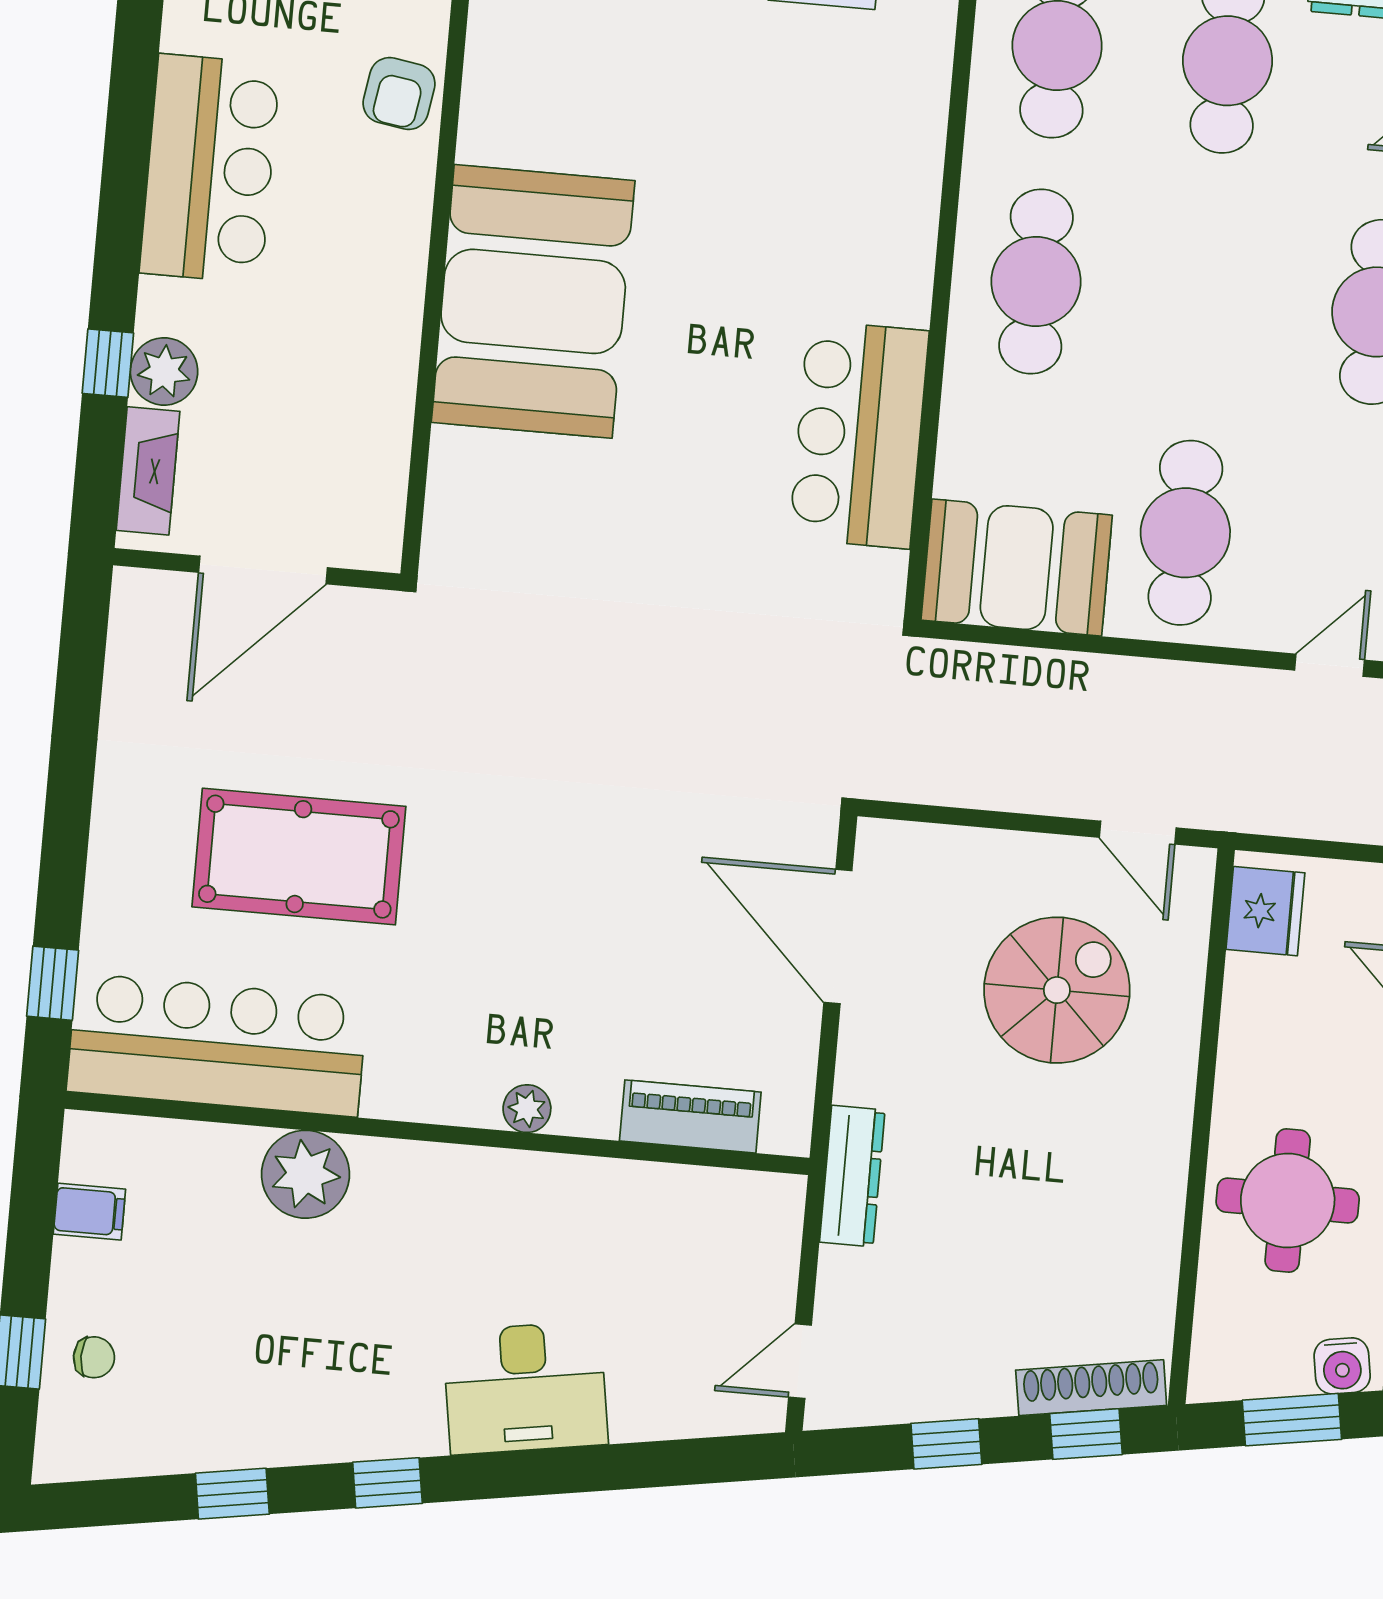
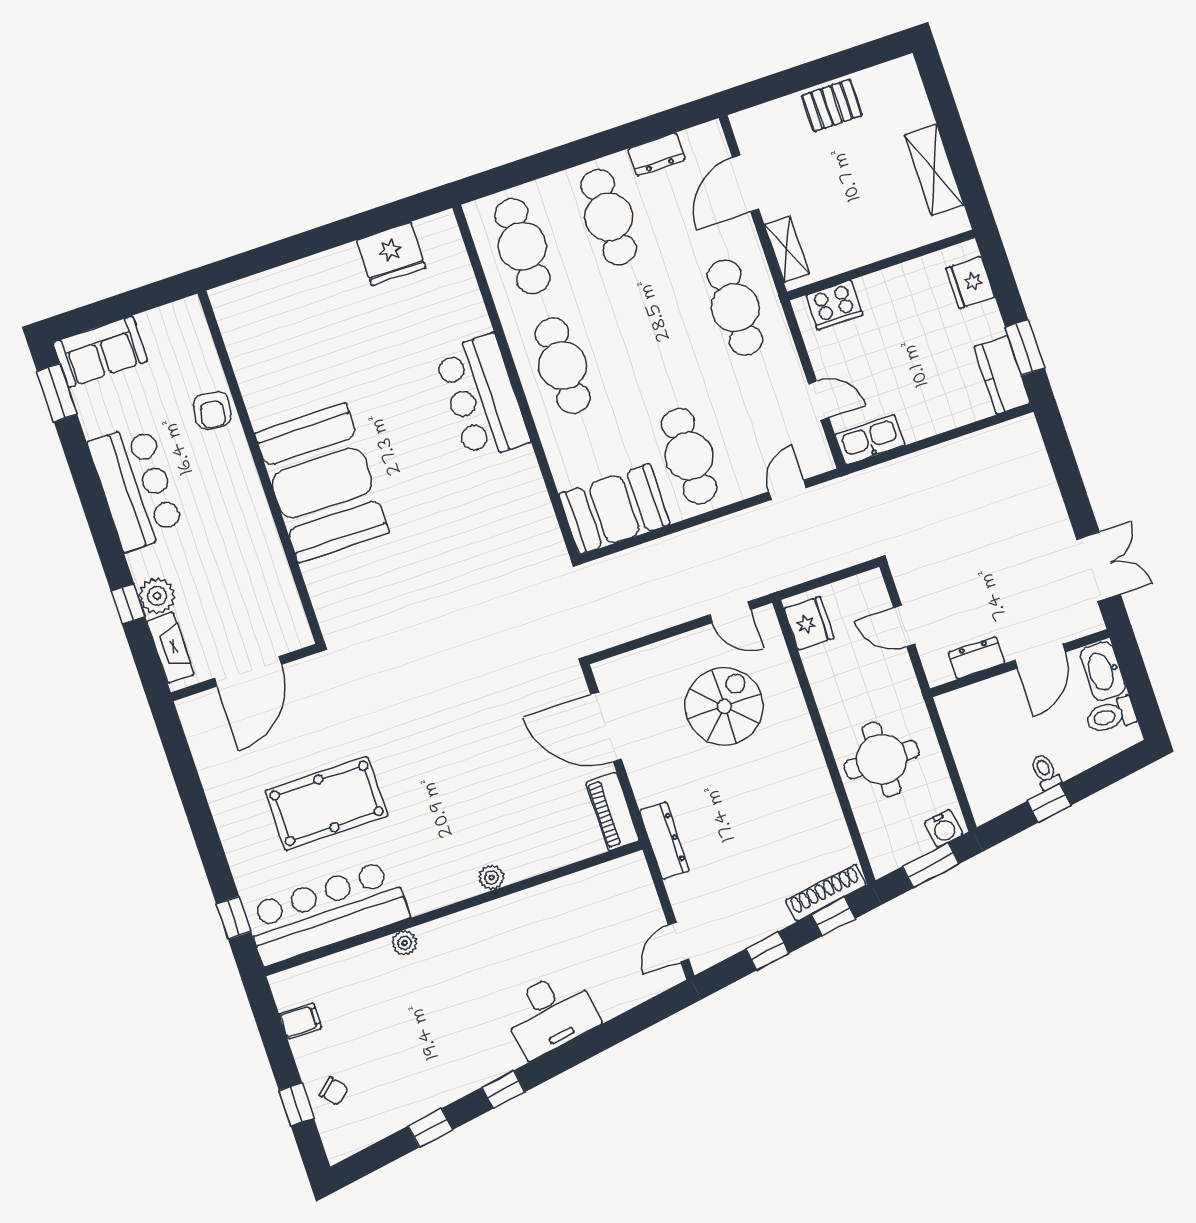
bar counter: (859, 435) -> (482, 397), moved
piano: (690, 1116) -> (613, 812), moved, turned -90
plant: (305, 1174) -> (405, 943), width x0.53, depth x0.53
chair: (94, 1357) -> (334, 1091), turned 48

